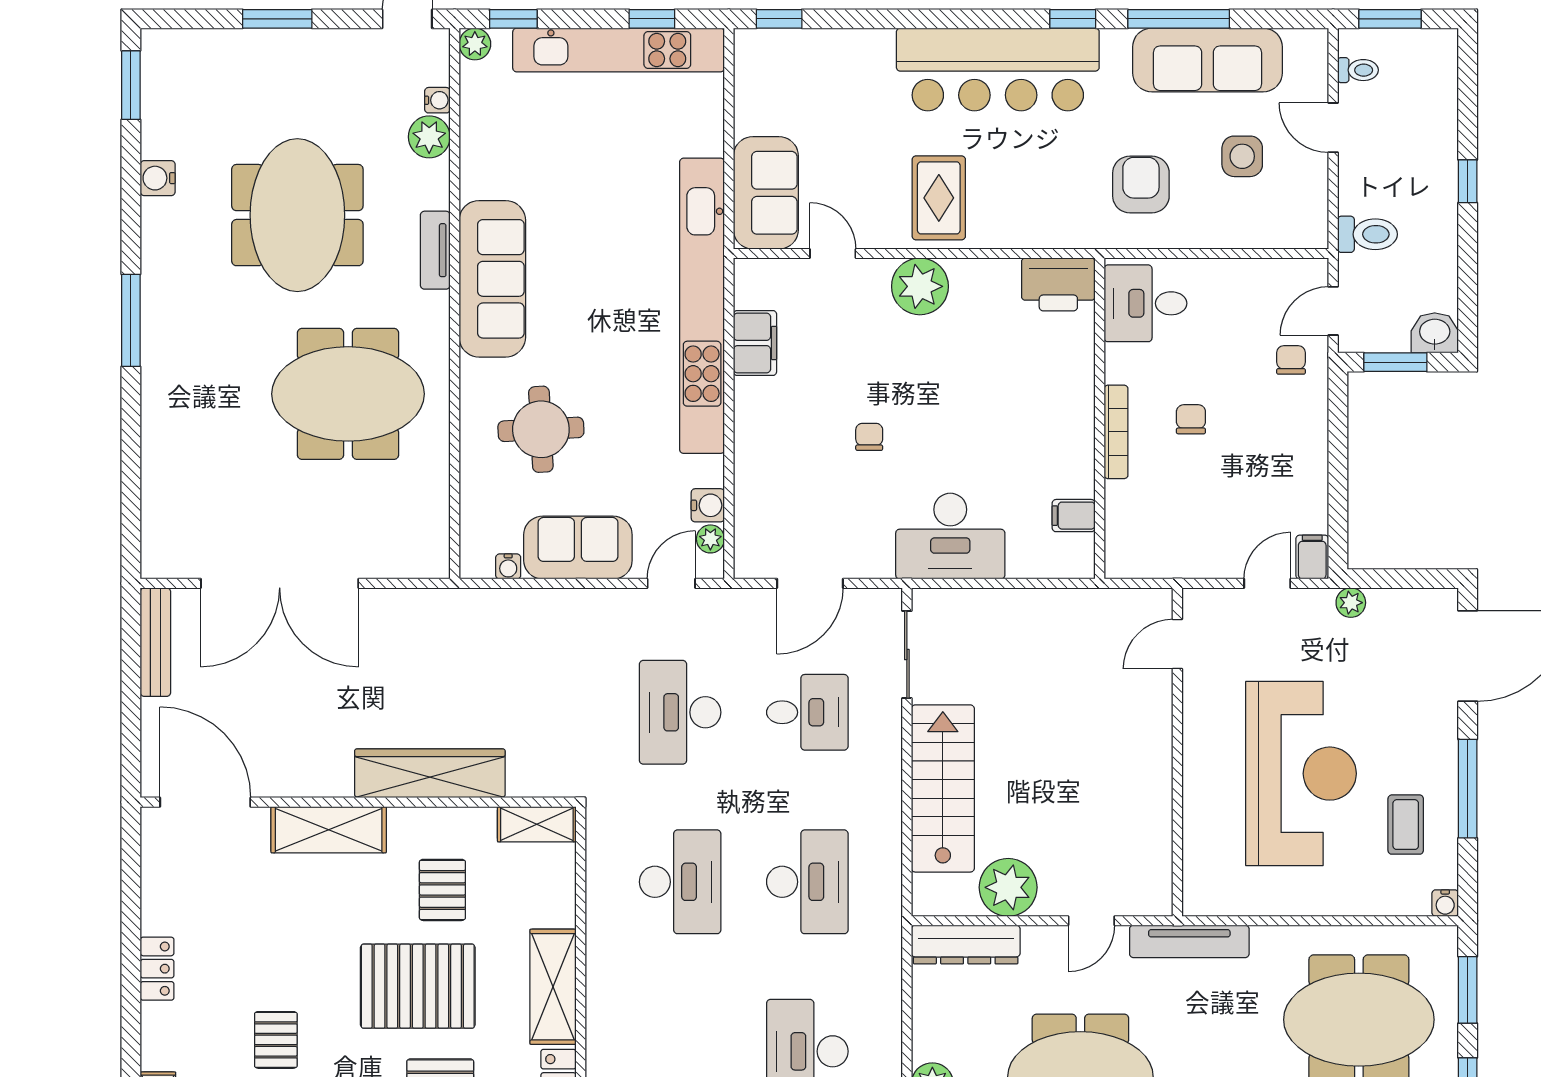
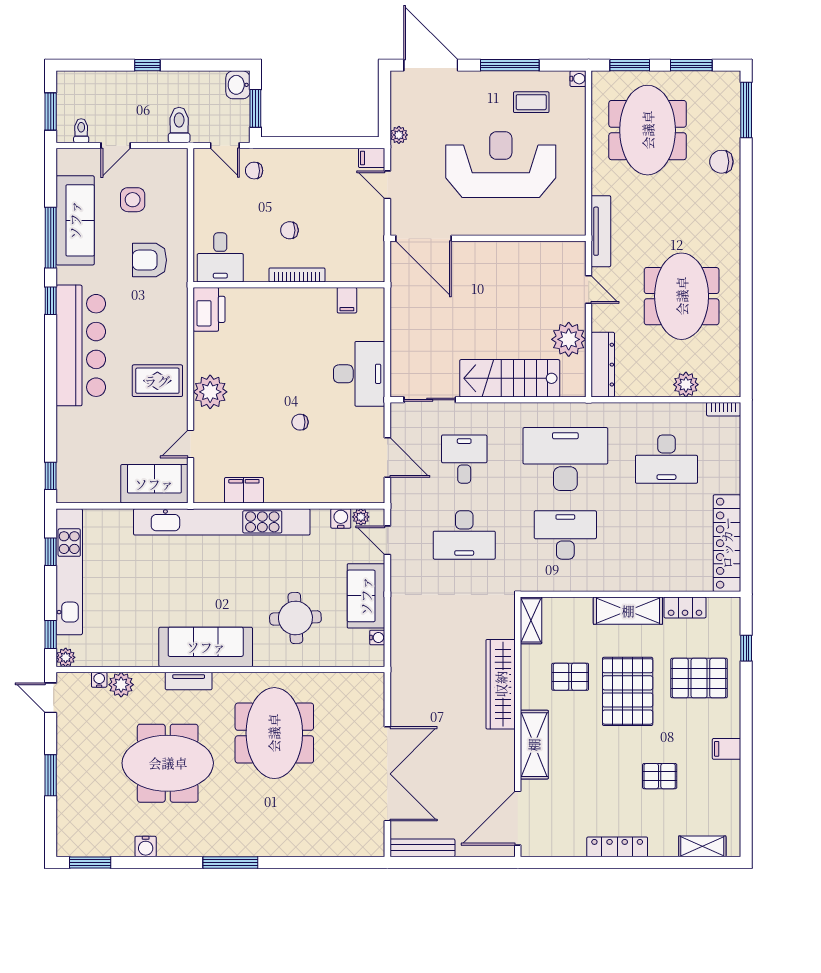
door: (1177, 644) -> (424, 238), width x1.87
desk: (807, 882) -> (565, 459), width x1.36, depth x1.30
locker: (157, 969) -> (617, 847), width x1.53

